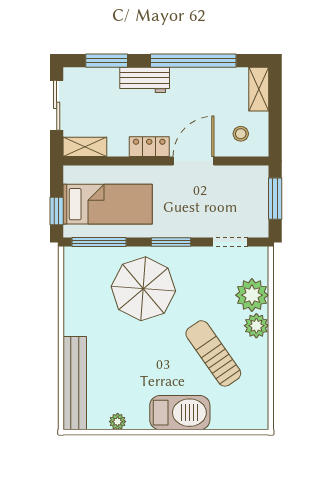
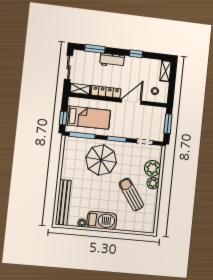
window: (193, 61) -> (136, 54), width x0.32
locker: (149, 147) -> (106, 92), width x1.53
barbecue: (180, 413) -> (102, 220), moved

